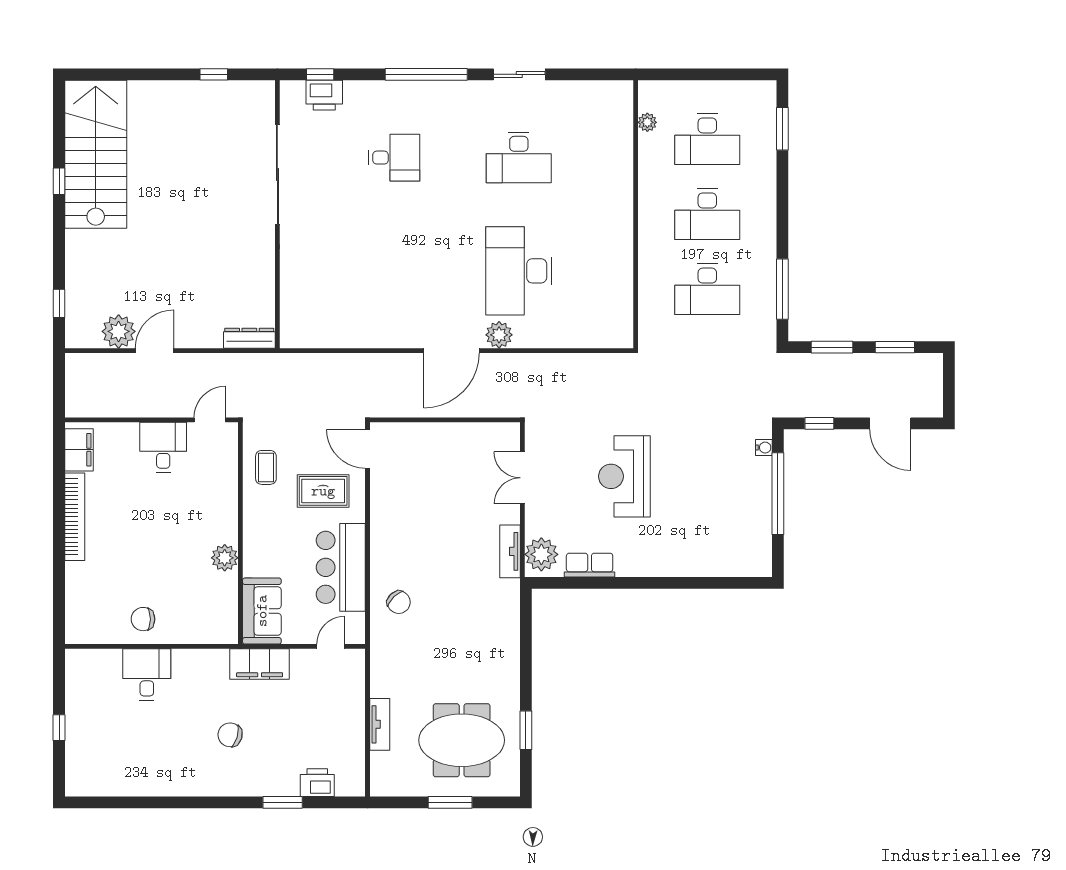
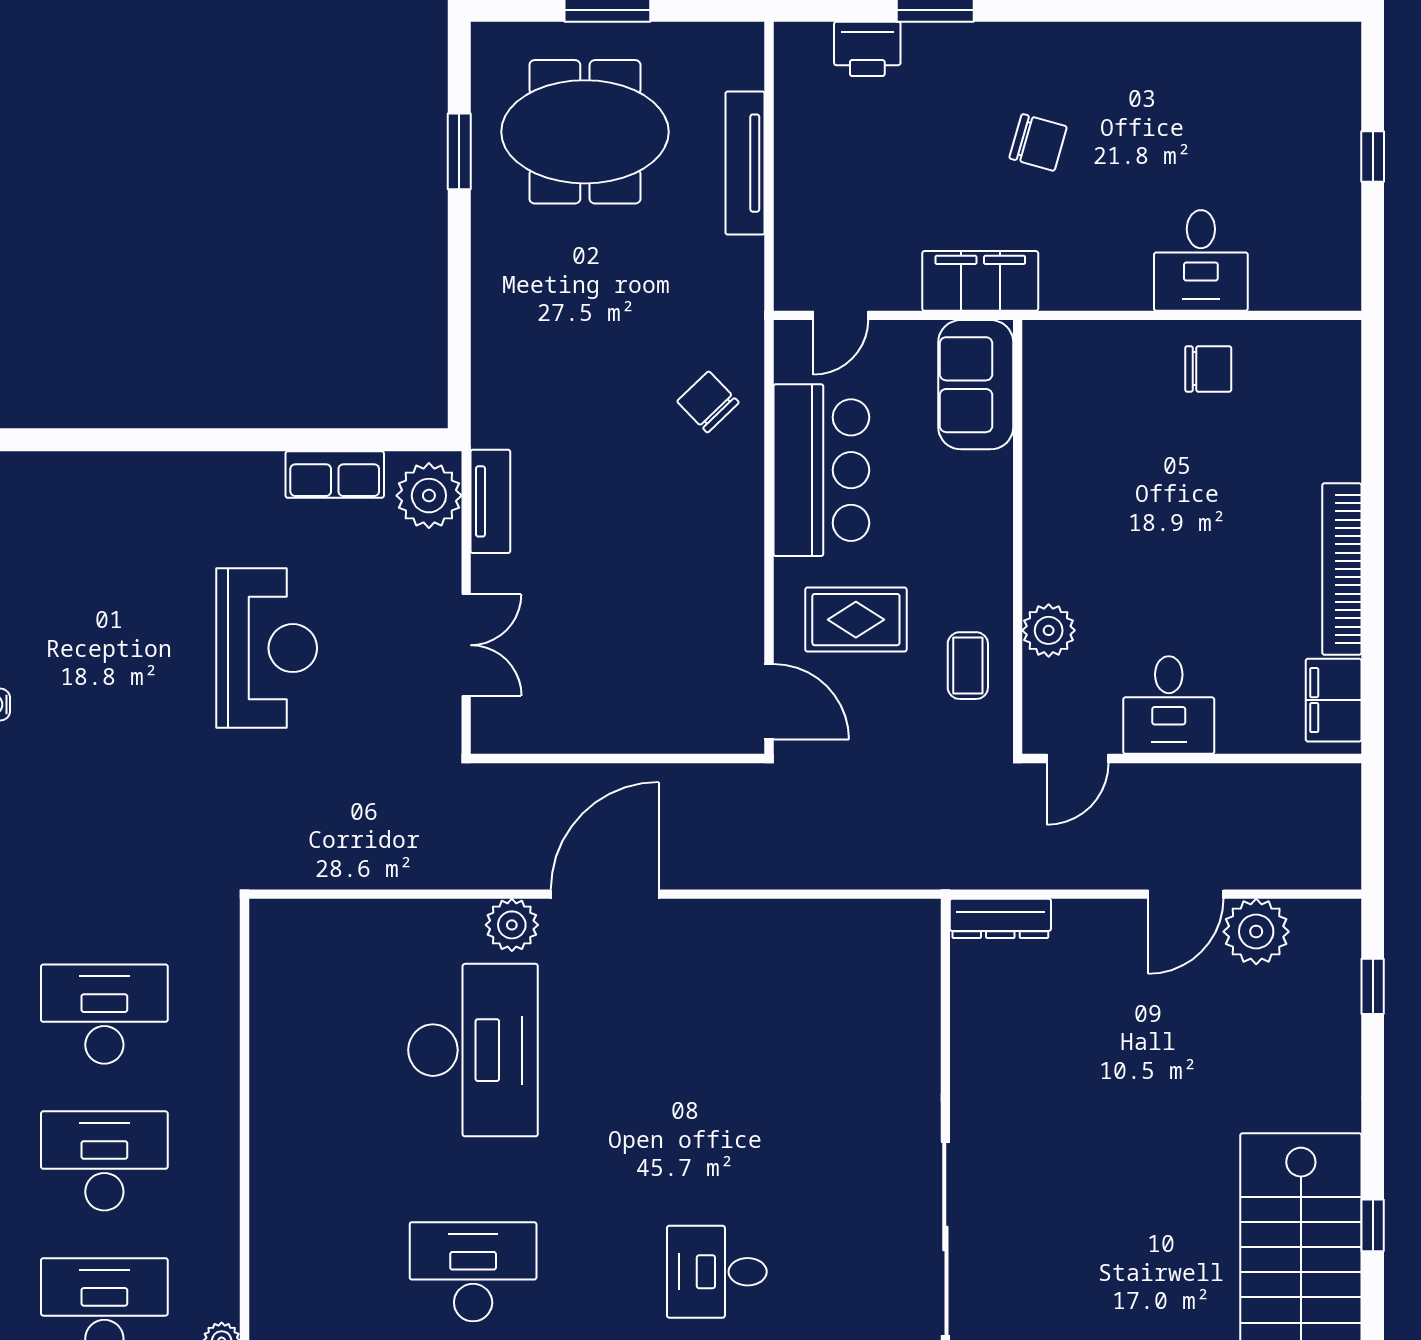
plant: (225, 558) -> (1049, 630), moved
tv unit: (380, 724) -> (745, 163), width x1.41

